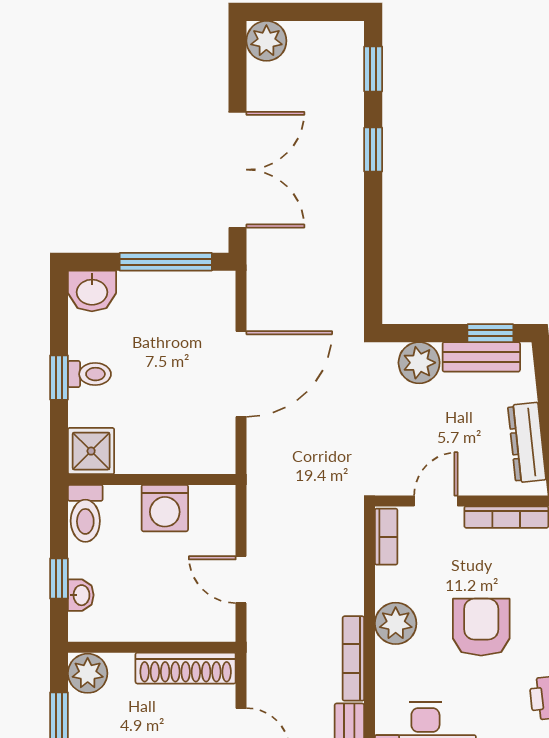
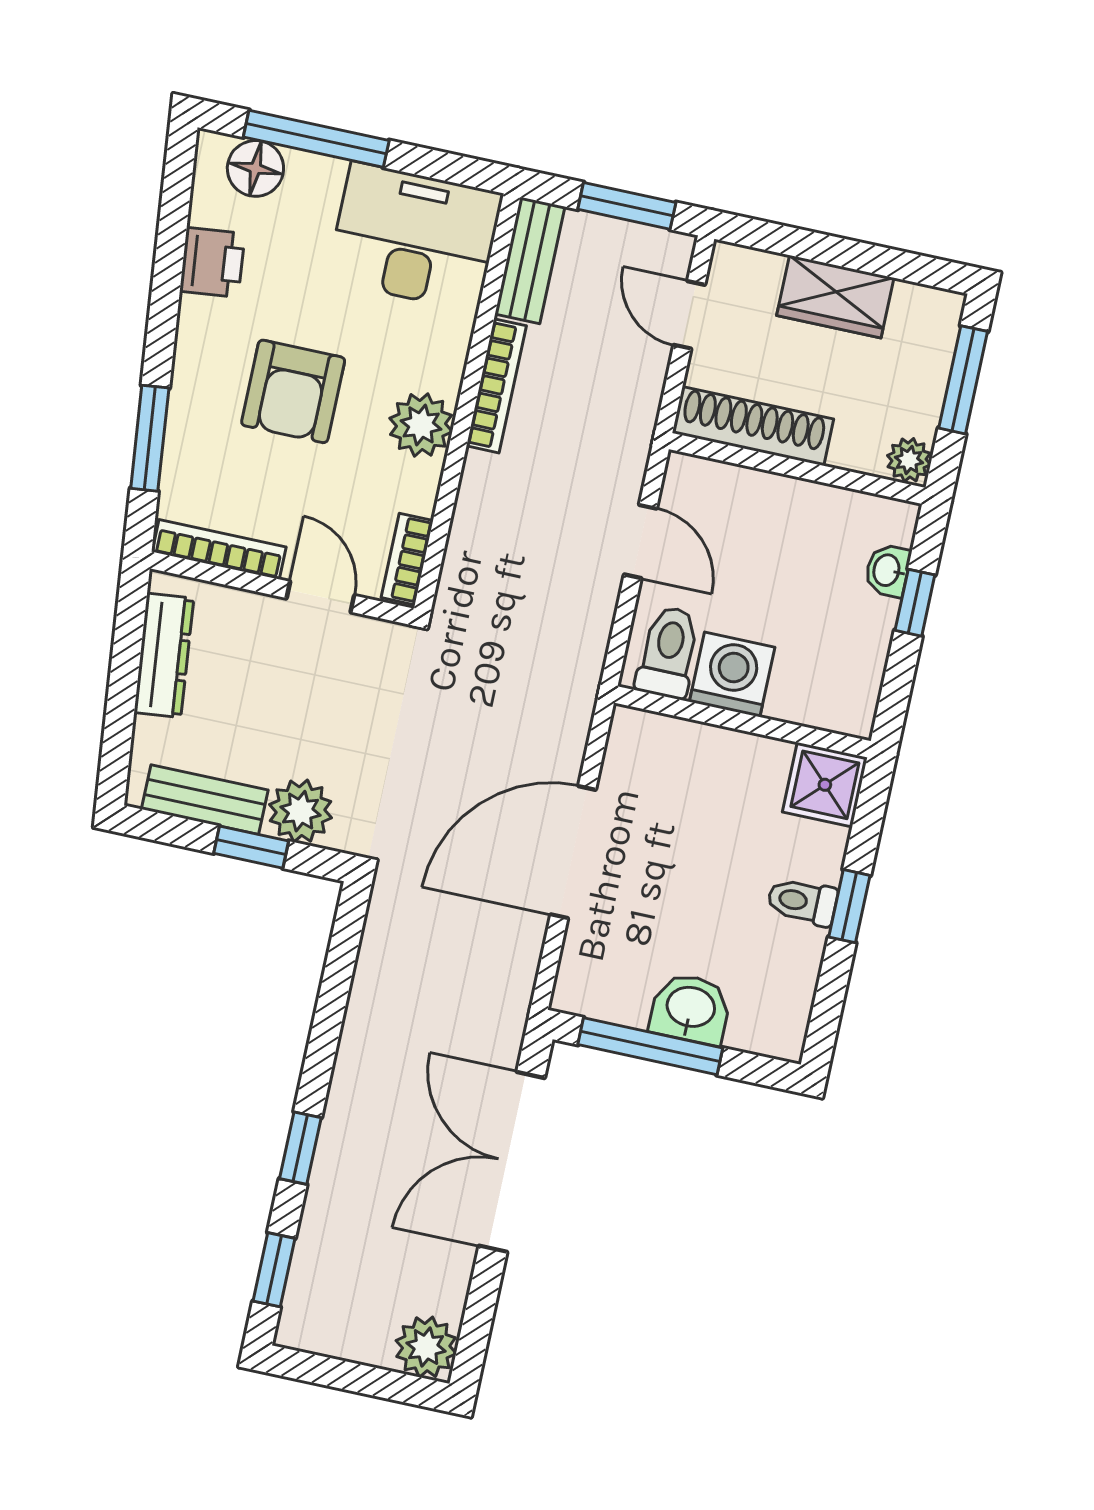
washbasin: (92, 291) -> (690, 1009), moved
window: (490, 333) -> (251, 847), moved
door: (436, 501) -> (320, 597), swing flipped
toilet: (85, 513) -> (668, 652), moved
plant: (88, 673) -> (909, 460), width x0.73, depth x0.73

